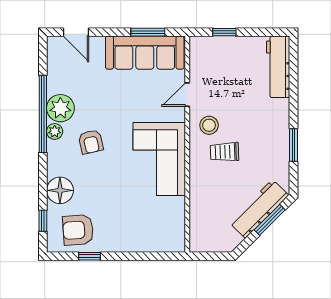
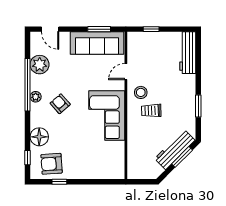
plant: (60, 108) -> (40, 65), moved
armchair: (91, 142) -> (60, 104), turned 152

